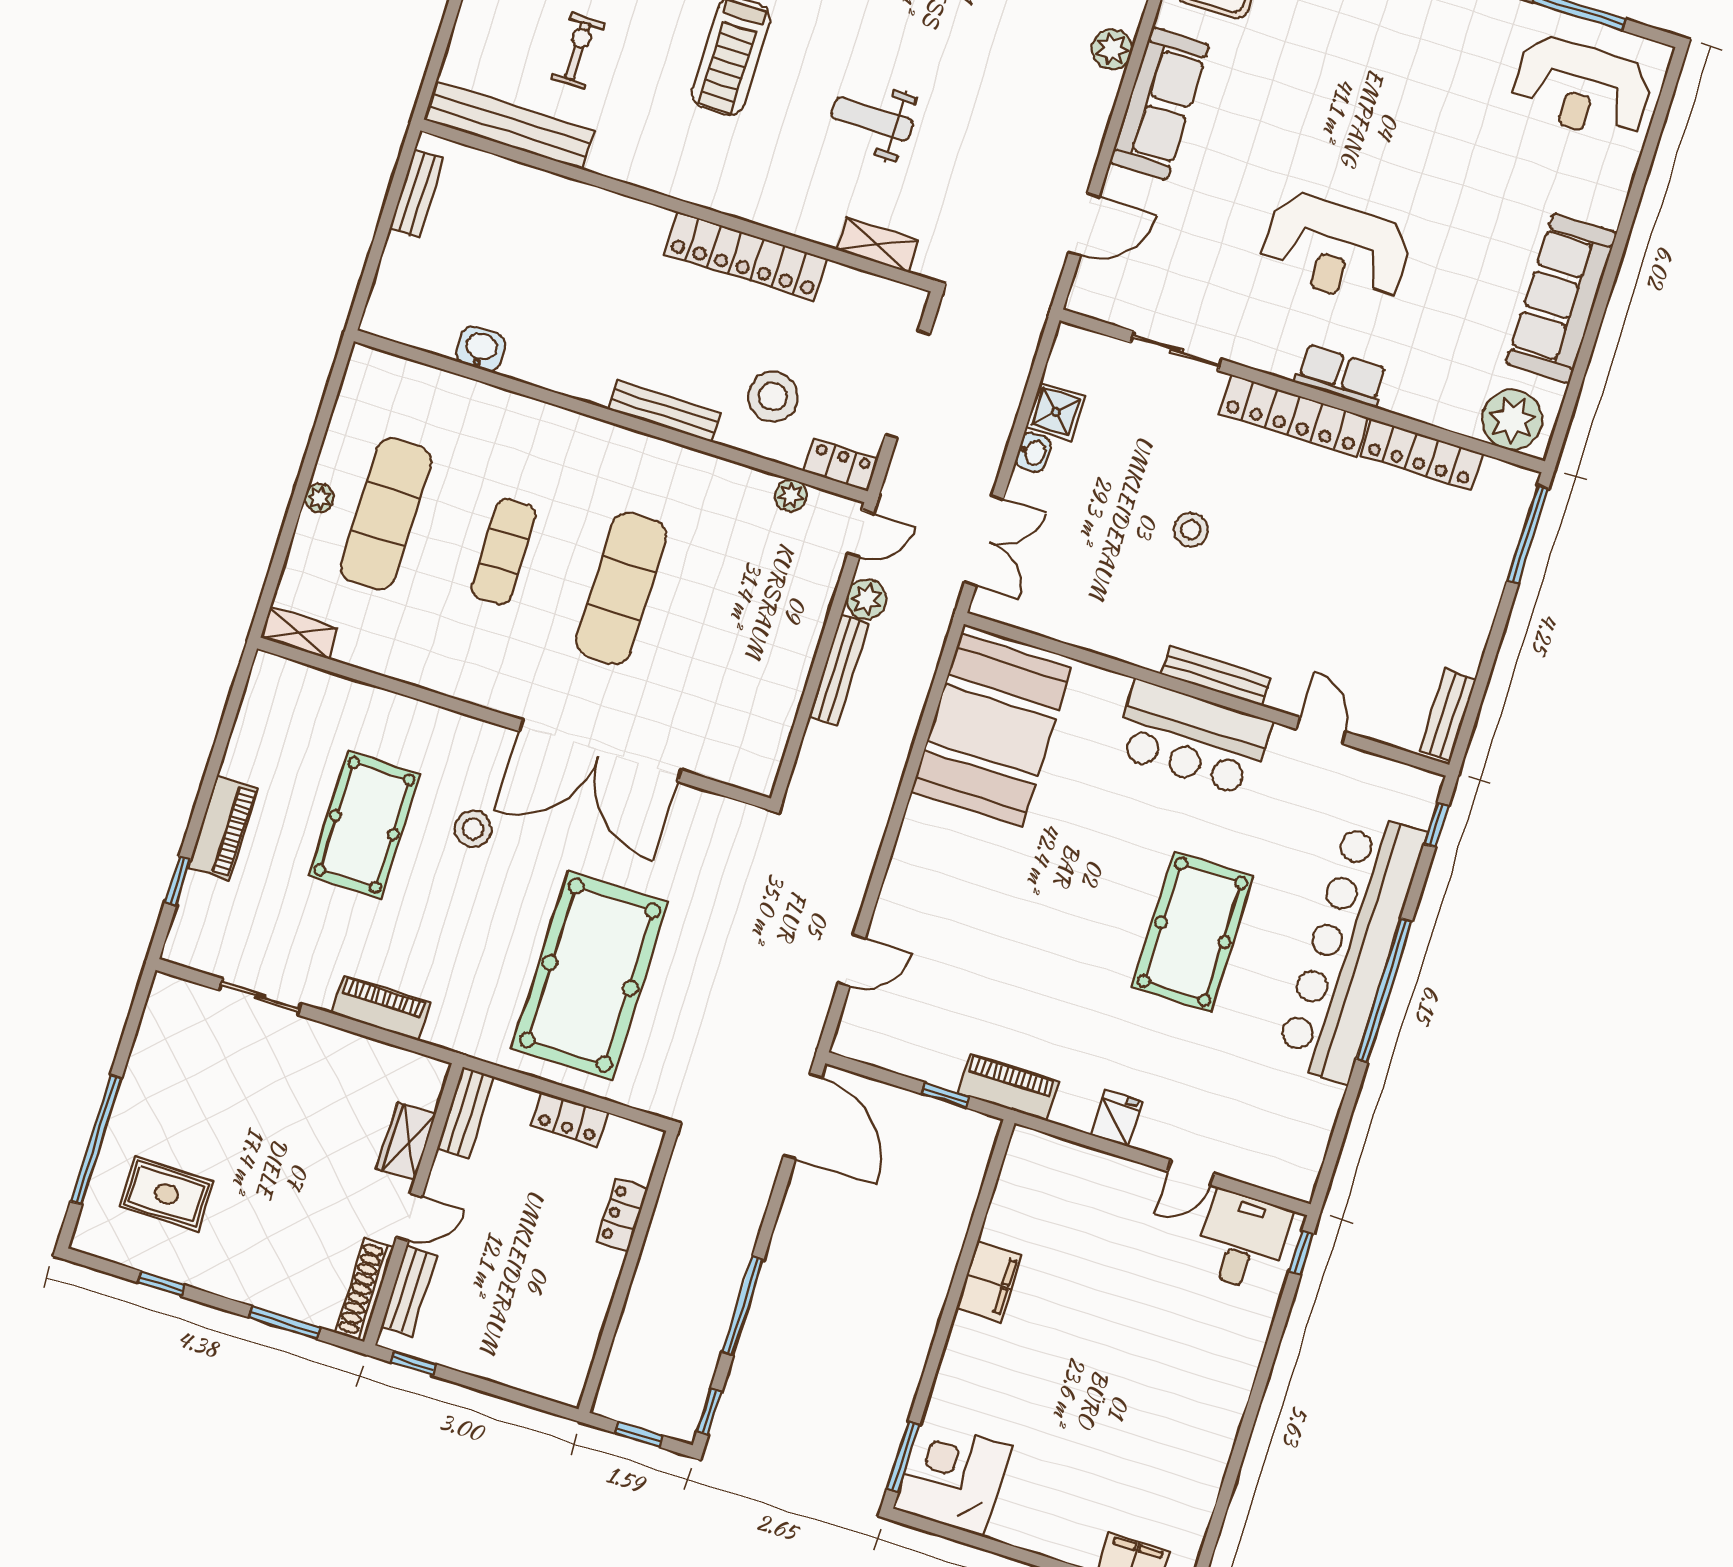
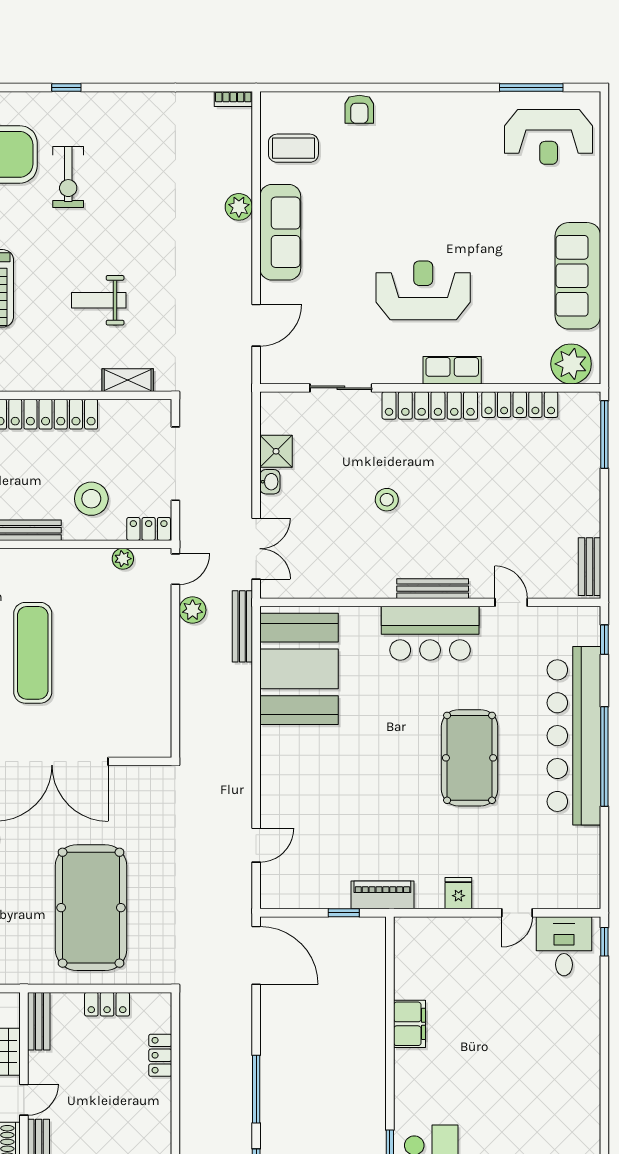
reception desk: (1336, 250) -> (423, 290), turned 180
bench: (839, 670) -> (242, 626), moved

